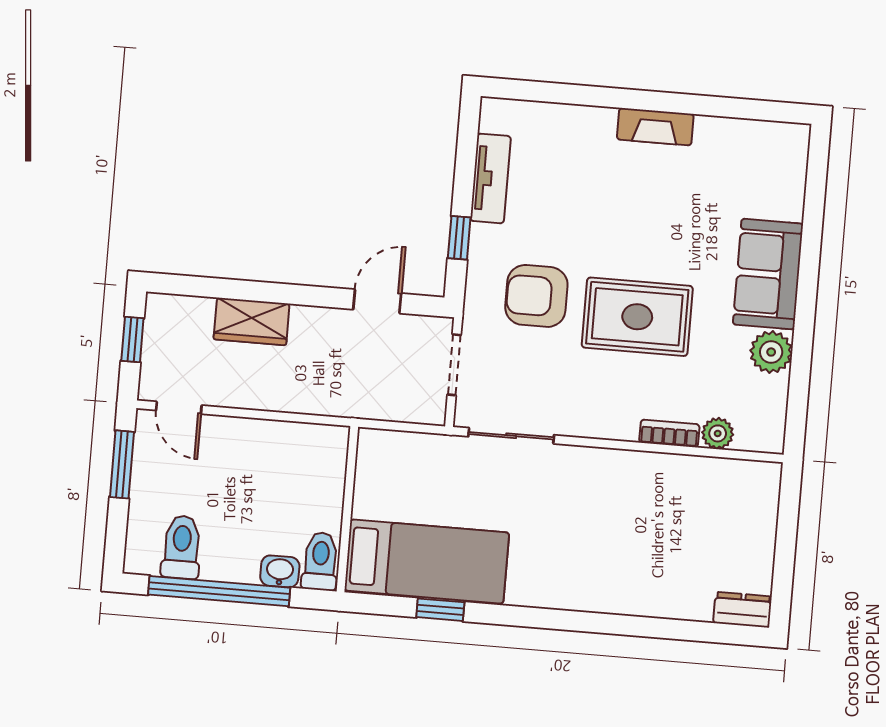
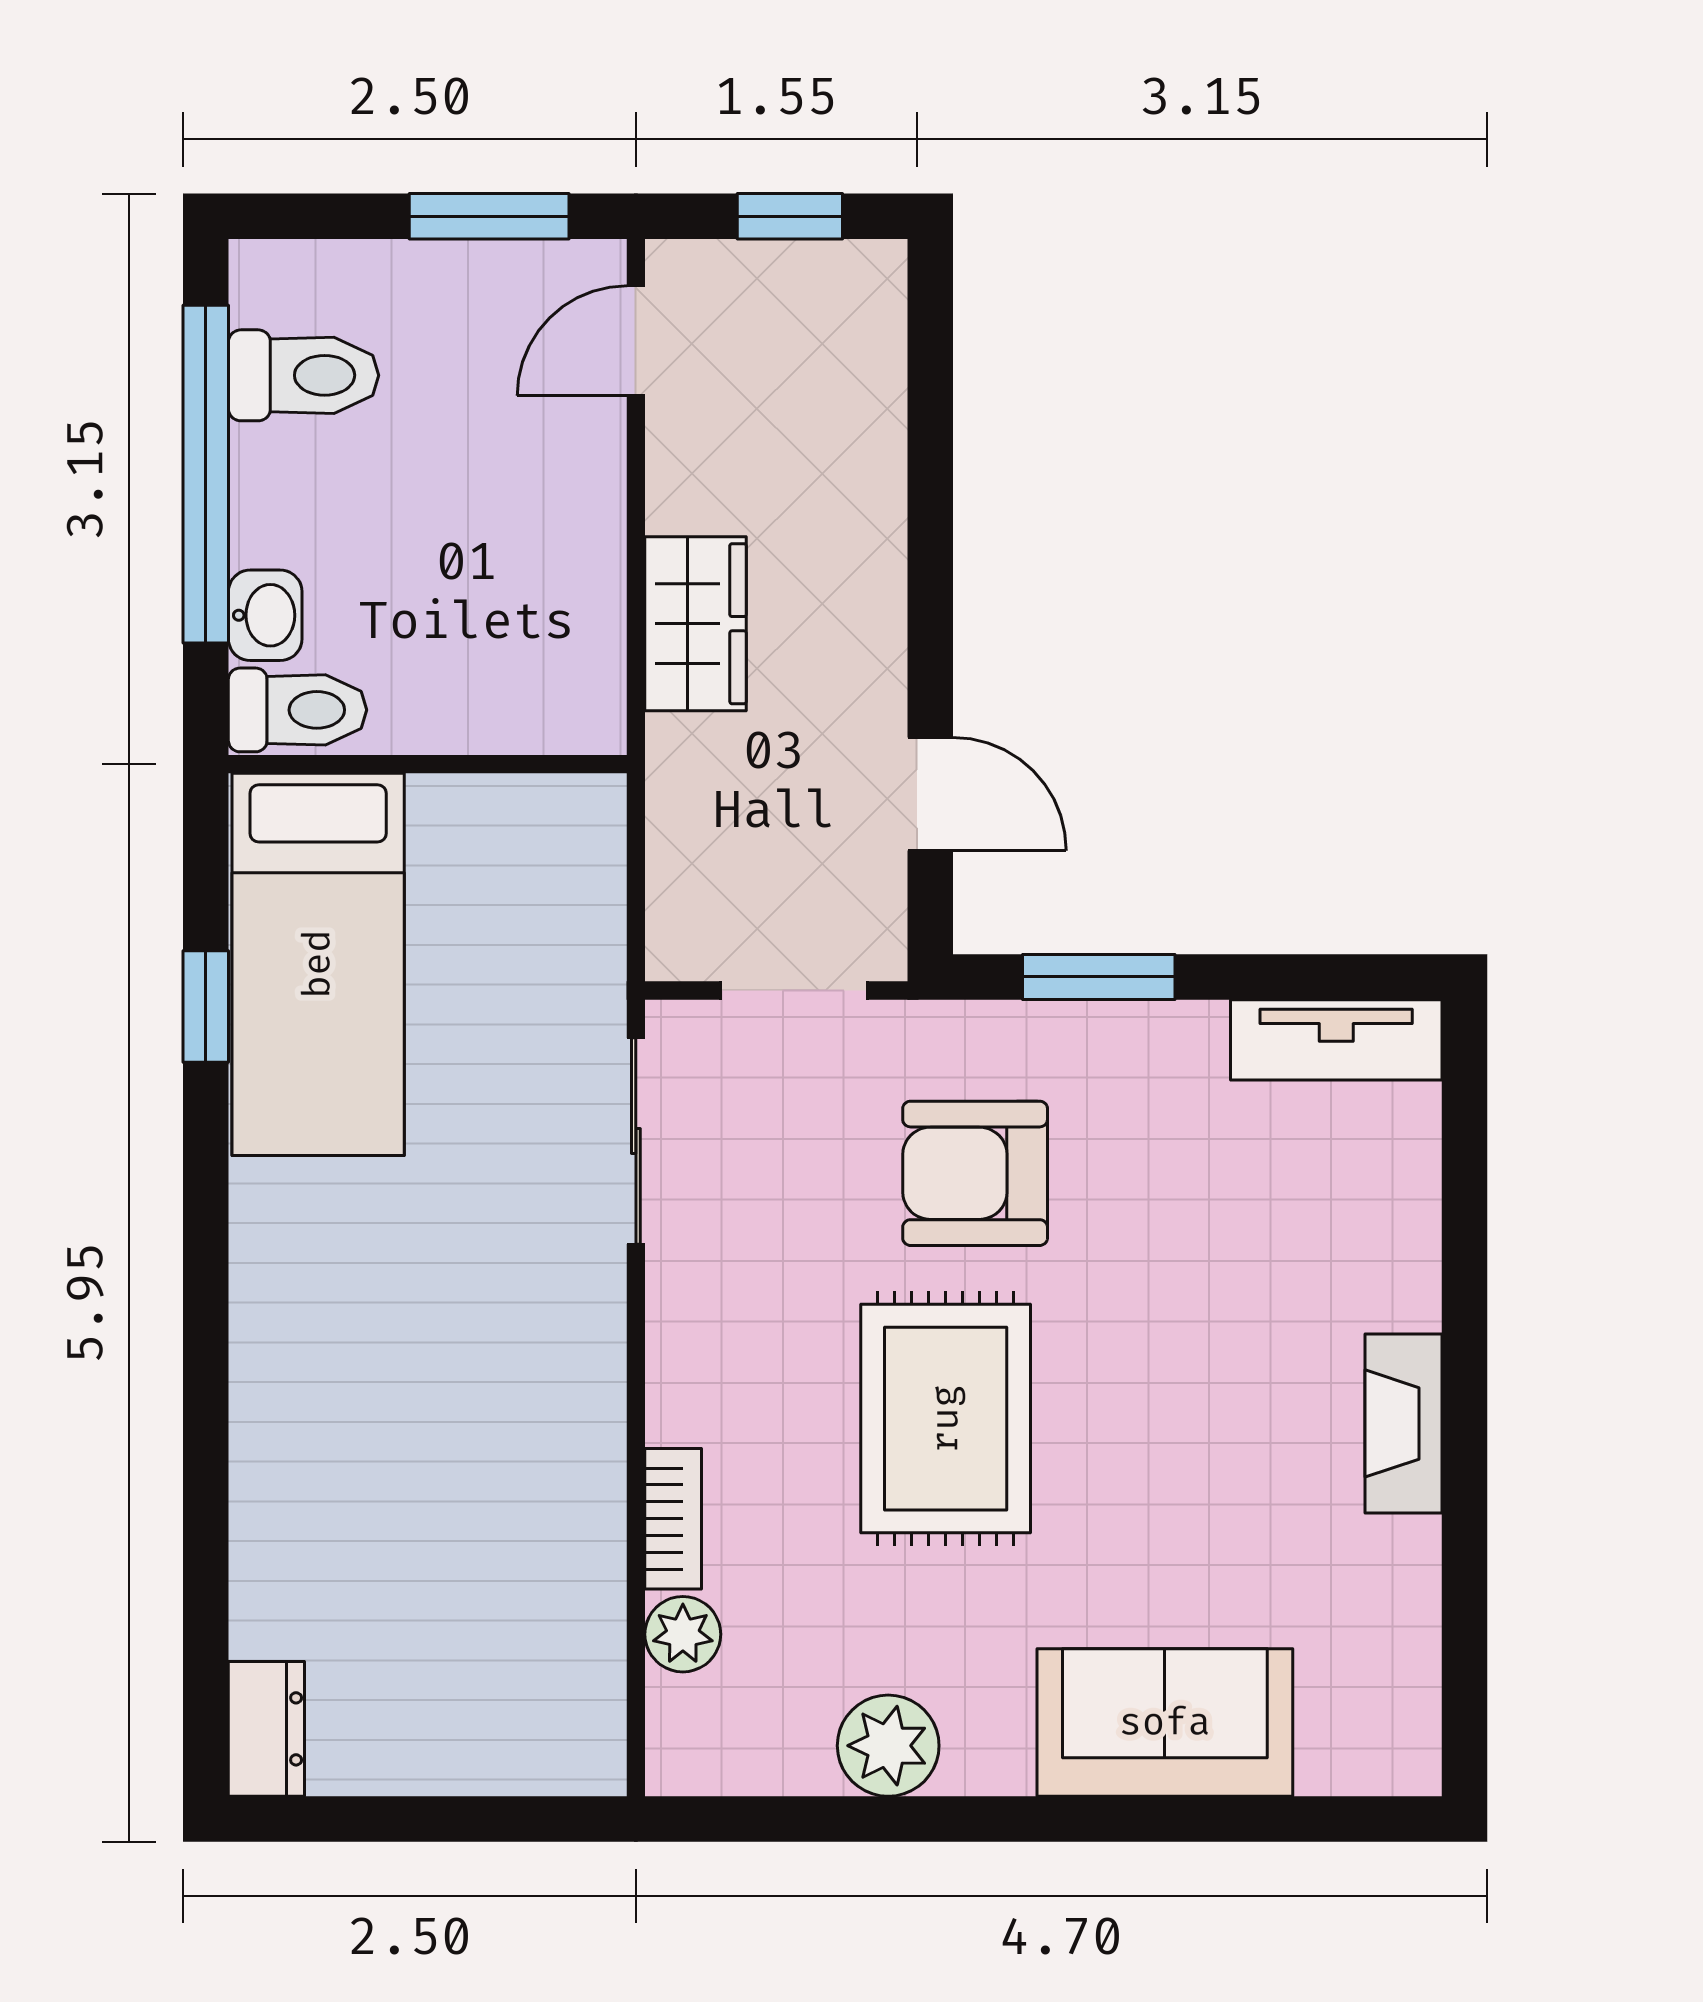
tv unit: (490, 178) -> (1336, 1040), moved
window: (459, 238) -> (1099, 977), width x1.50
sofa: (768, 274) -> (1165, 1723), moved
armchair: (536, 296) -> (975, 1173), turned -90
wardrobe: (252, 321) -> (696, 624), moved, turned 180

